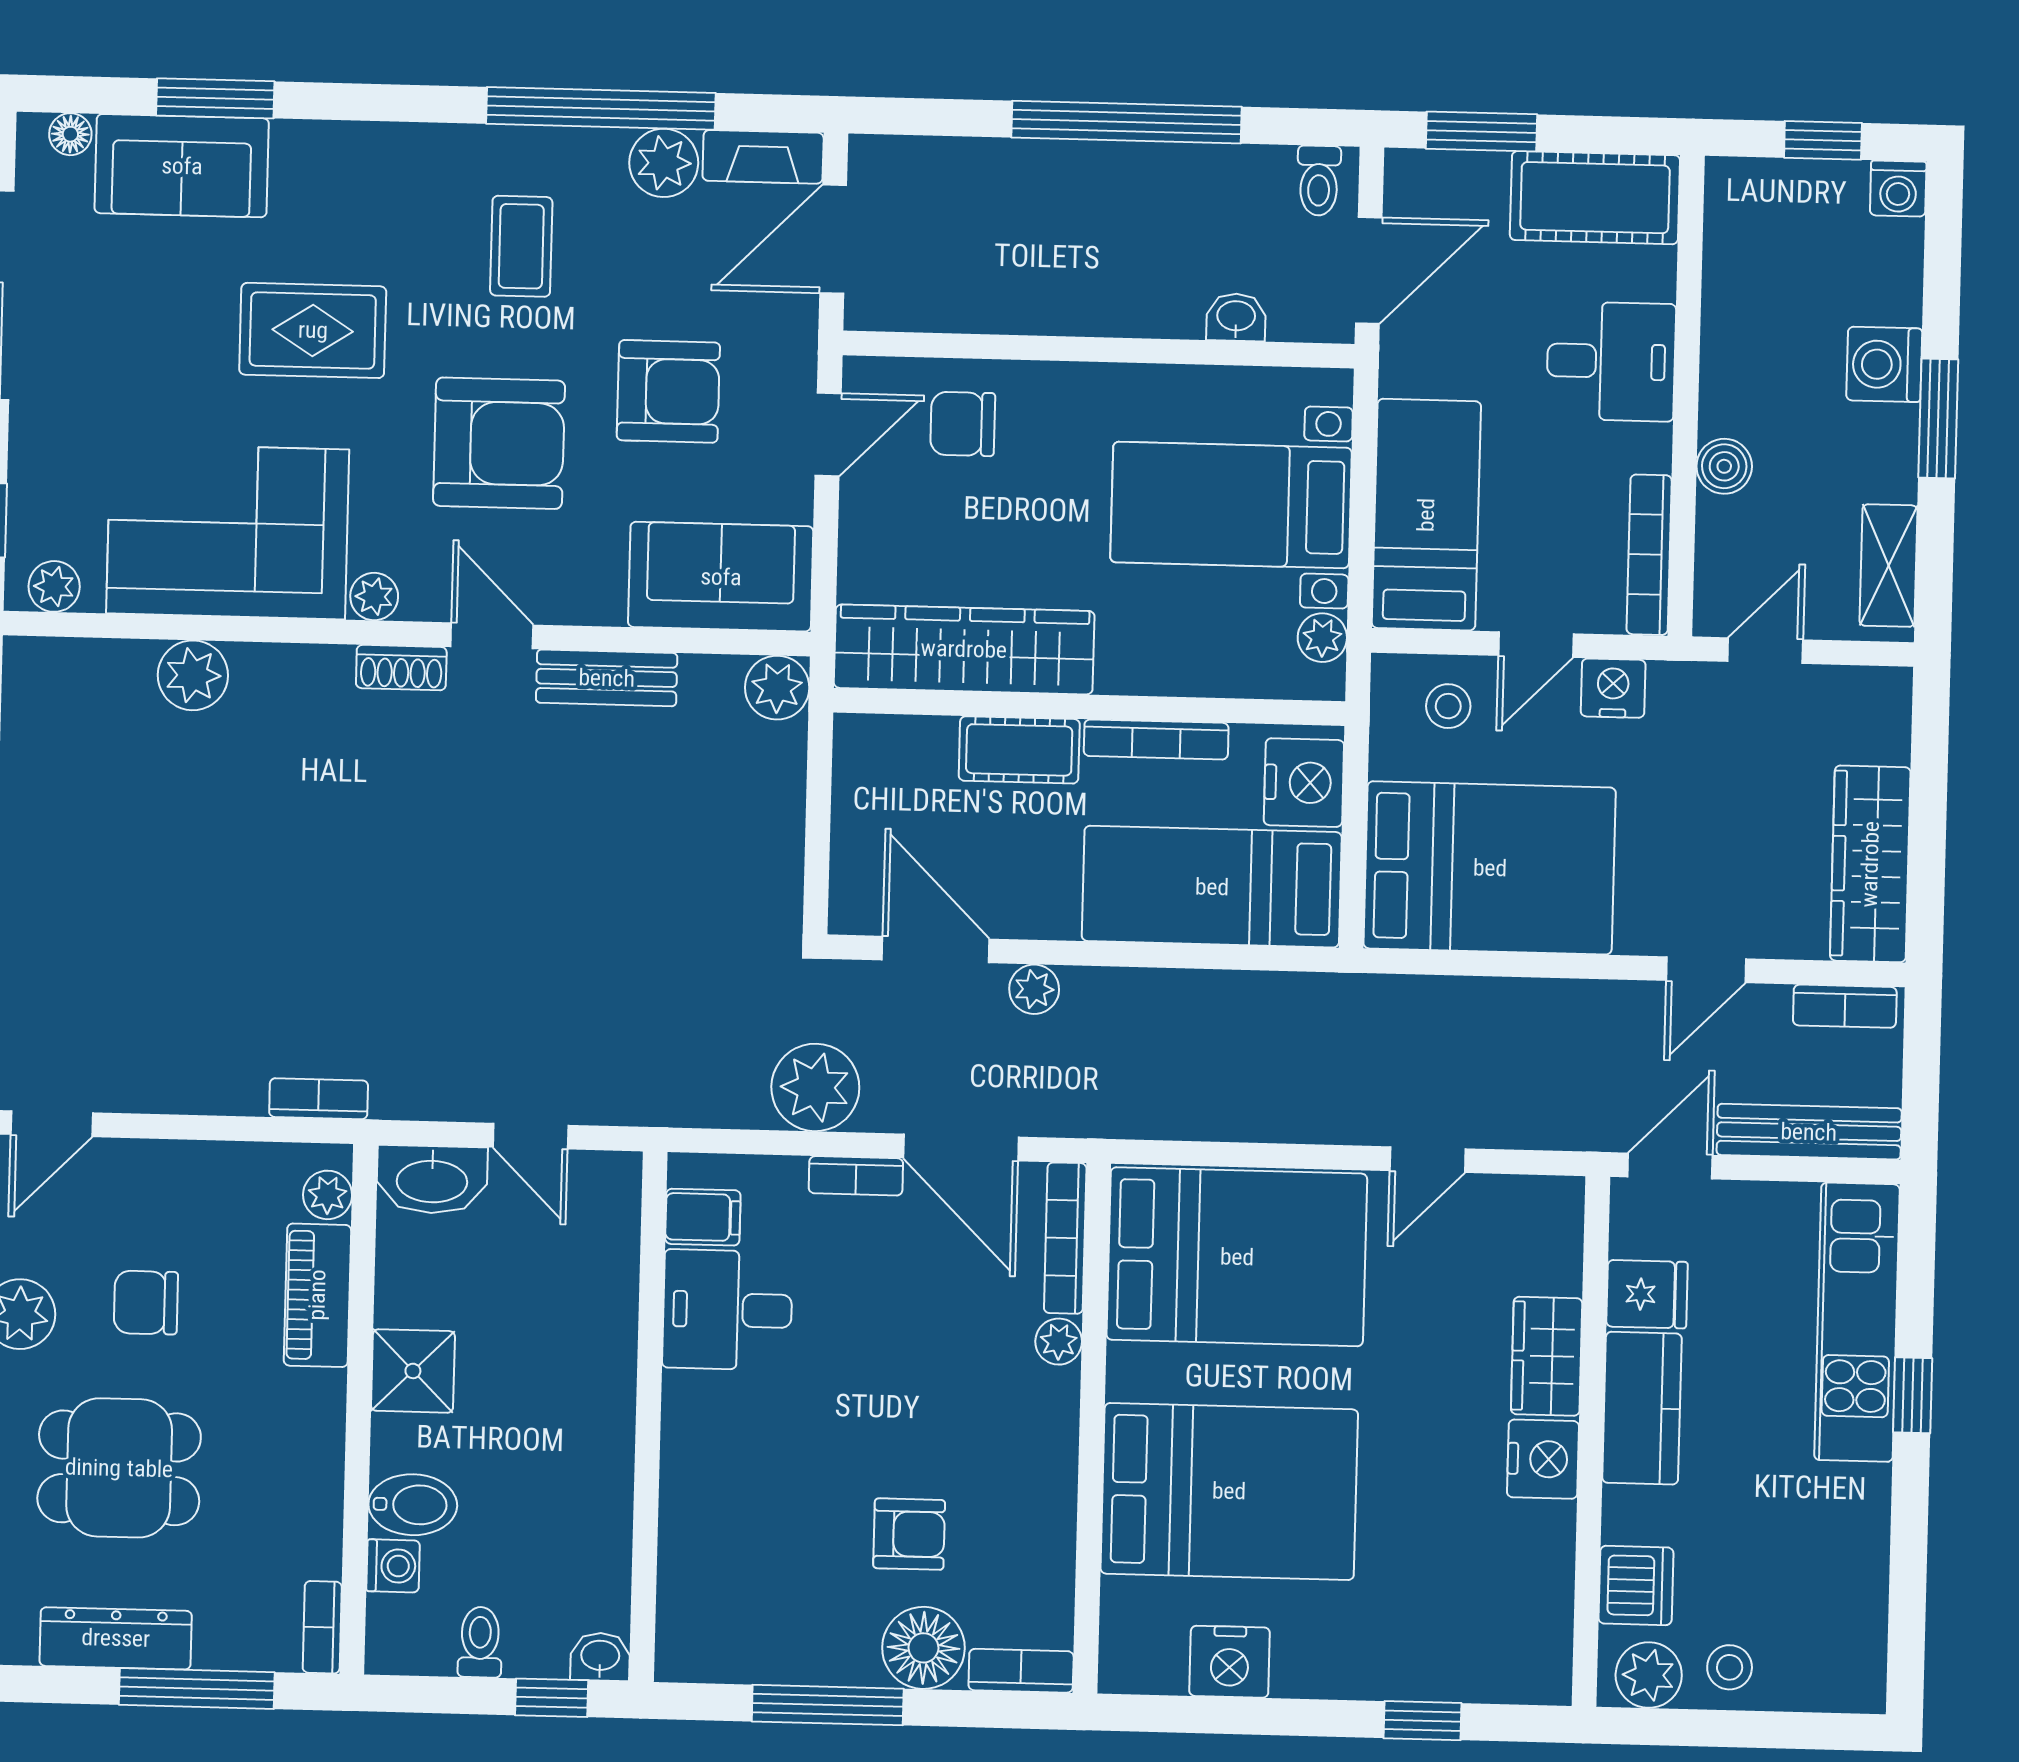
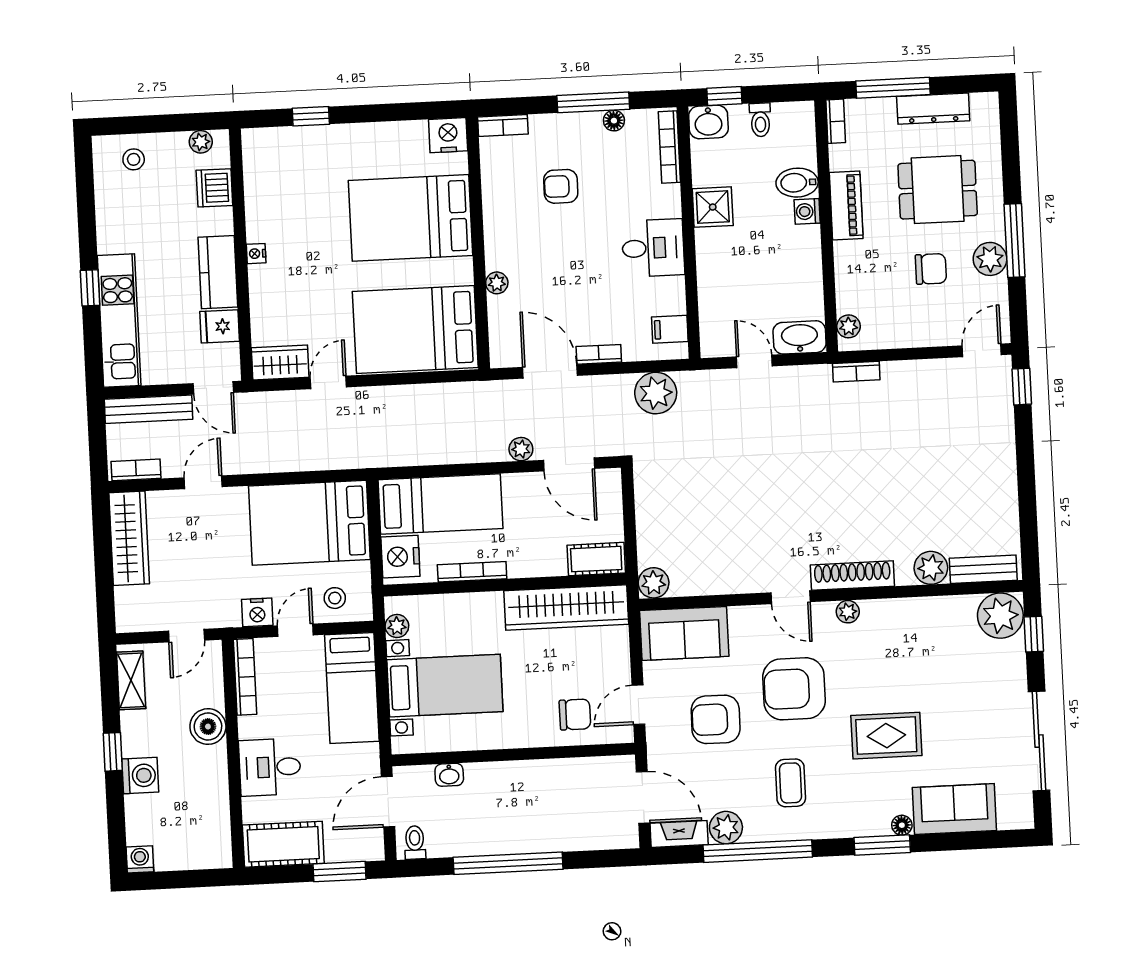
window: (215, 98) -> (882, 845), moved
floor lamp: (70, 134) -> (902, 825), moved
window: (1823, 140) -> (177, 879), removed
door: (833, 239) -> (643, 797), hinge flipped
window: (1938, 418) -> (113, 752), width x0.67
boiler: (1724, 466) -> (208, 727), width x1.36, depth x1.36
corner sofa: (228, 531) -> (919, 637), removed
plant: (54, 586) -> (1000, 616), width x1.87, depth x1.87
shoe rack: (401, 668) -> (852, 576), width x1.94, depth x1.24
bench: (607, 678) -> (983, 569), moved
cot: (1019, 750) -> (596, 559), moved
plant: (815, 1087) -> (656, 393), moved
door: (1670, 1166) -> (213, 388), hinge flipped
bookcase: (1065, 1238) -> (669, 147), moved, turned 180
piano: (317, 1295) -> (846, 205), moved
desk: (727, 1310) -> (653, 248), moved
wardrobe: (1547, 1356) -> (280, 363), moved, turned -90
shower: (413, 1371) -> (713, 207), moved
nightstand: (1543, 1459) -> (256, 254), width x0.53, depth x0.56
washing machine: (393, 1566) -> (807, 211), moved
floor lamp: (923, 1648) -> (614, 121), moved, width x0.53, depth x0.53
washbasin: (600, 1657) -> (708, 122), width x1.38, depth x1.45
nightstand: (1230, 1662) -> (448, 135), moved
stool: (1730, 1667) -> (134, 159), moved
plant: (1649, 1675) -> (201, 142), width x0.73, depth x0.73

